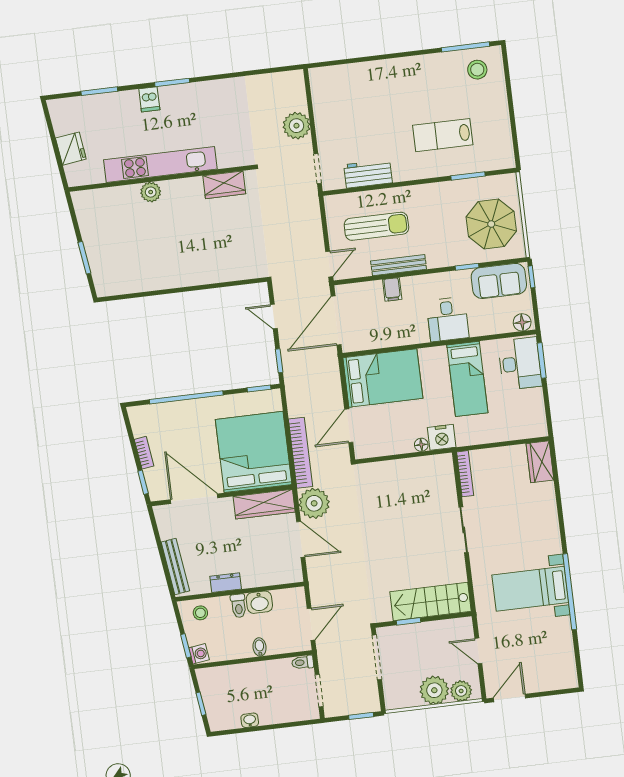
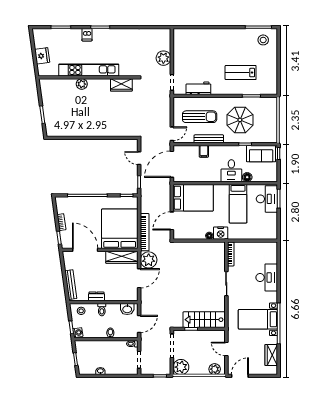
parasol: (491, 224) -> (240, 120), moved
floor lamp: (522, 322) -> (247, 177), moved
wardrobe: (540, 462) -> (271, 355), moved
desk: (537, 509) -> (267, 277), added
door: (301, 539) -> (139, 278), hinge flipped
washbasin: (259, 602) -> (127, 309), moved
plant: (434, 690) -> (181, 367), moved

